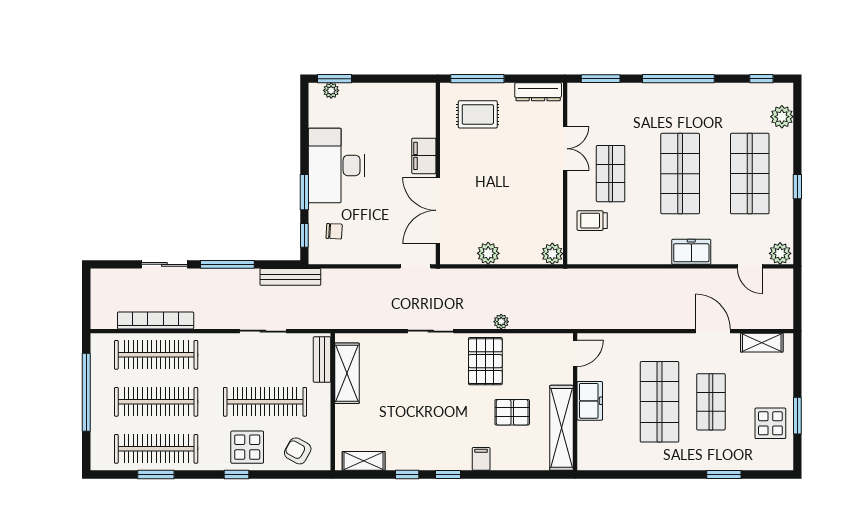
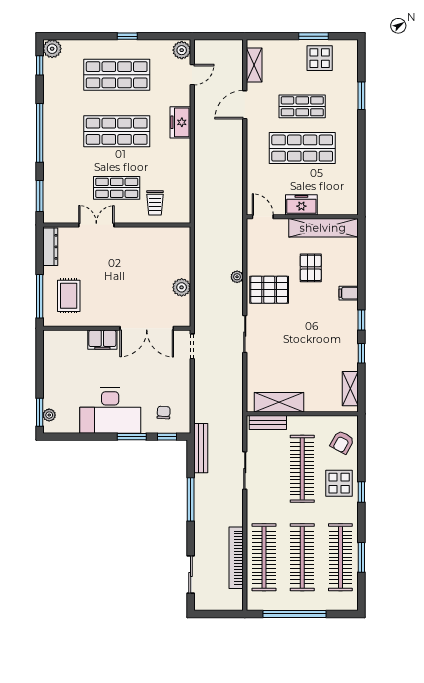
plant: (782, 117) -> (52, 49), moved
plant: (552, 254) -> (182, 235), removed
sliding door: (164, 264) -> (191, 574), moved

